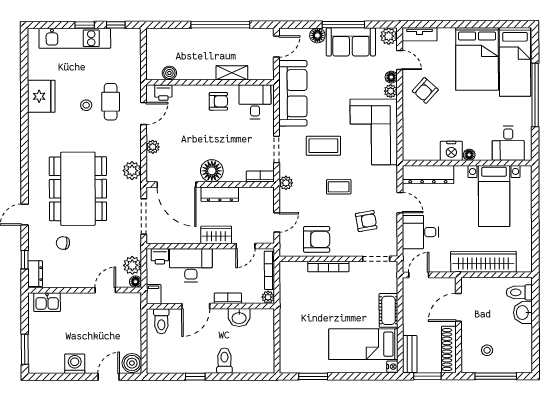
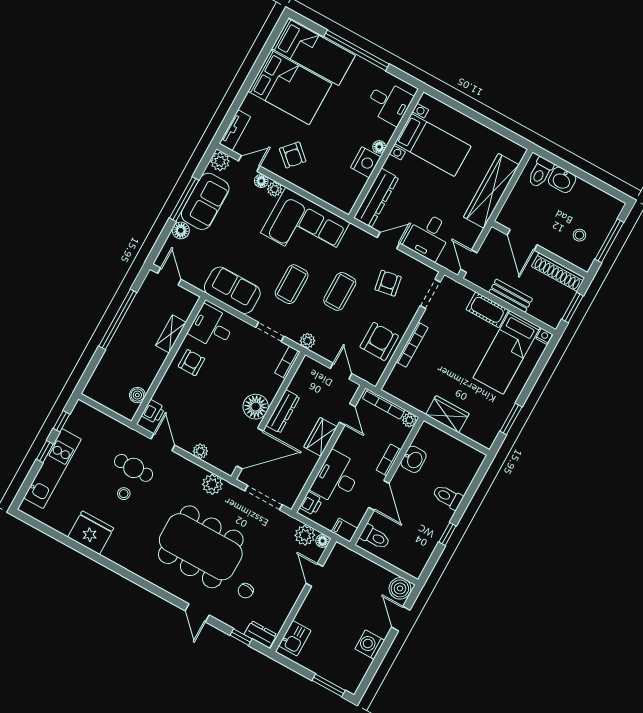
sofa: (293, 93) -> (232, 290), width x0.73
coffee table: (339, 187) -> (340, 291), width x1.36, depth x1.30
wardrobe: (289, 324) -> (447, 414), added
bench: (410, 354) -> (511, 296), moved

